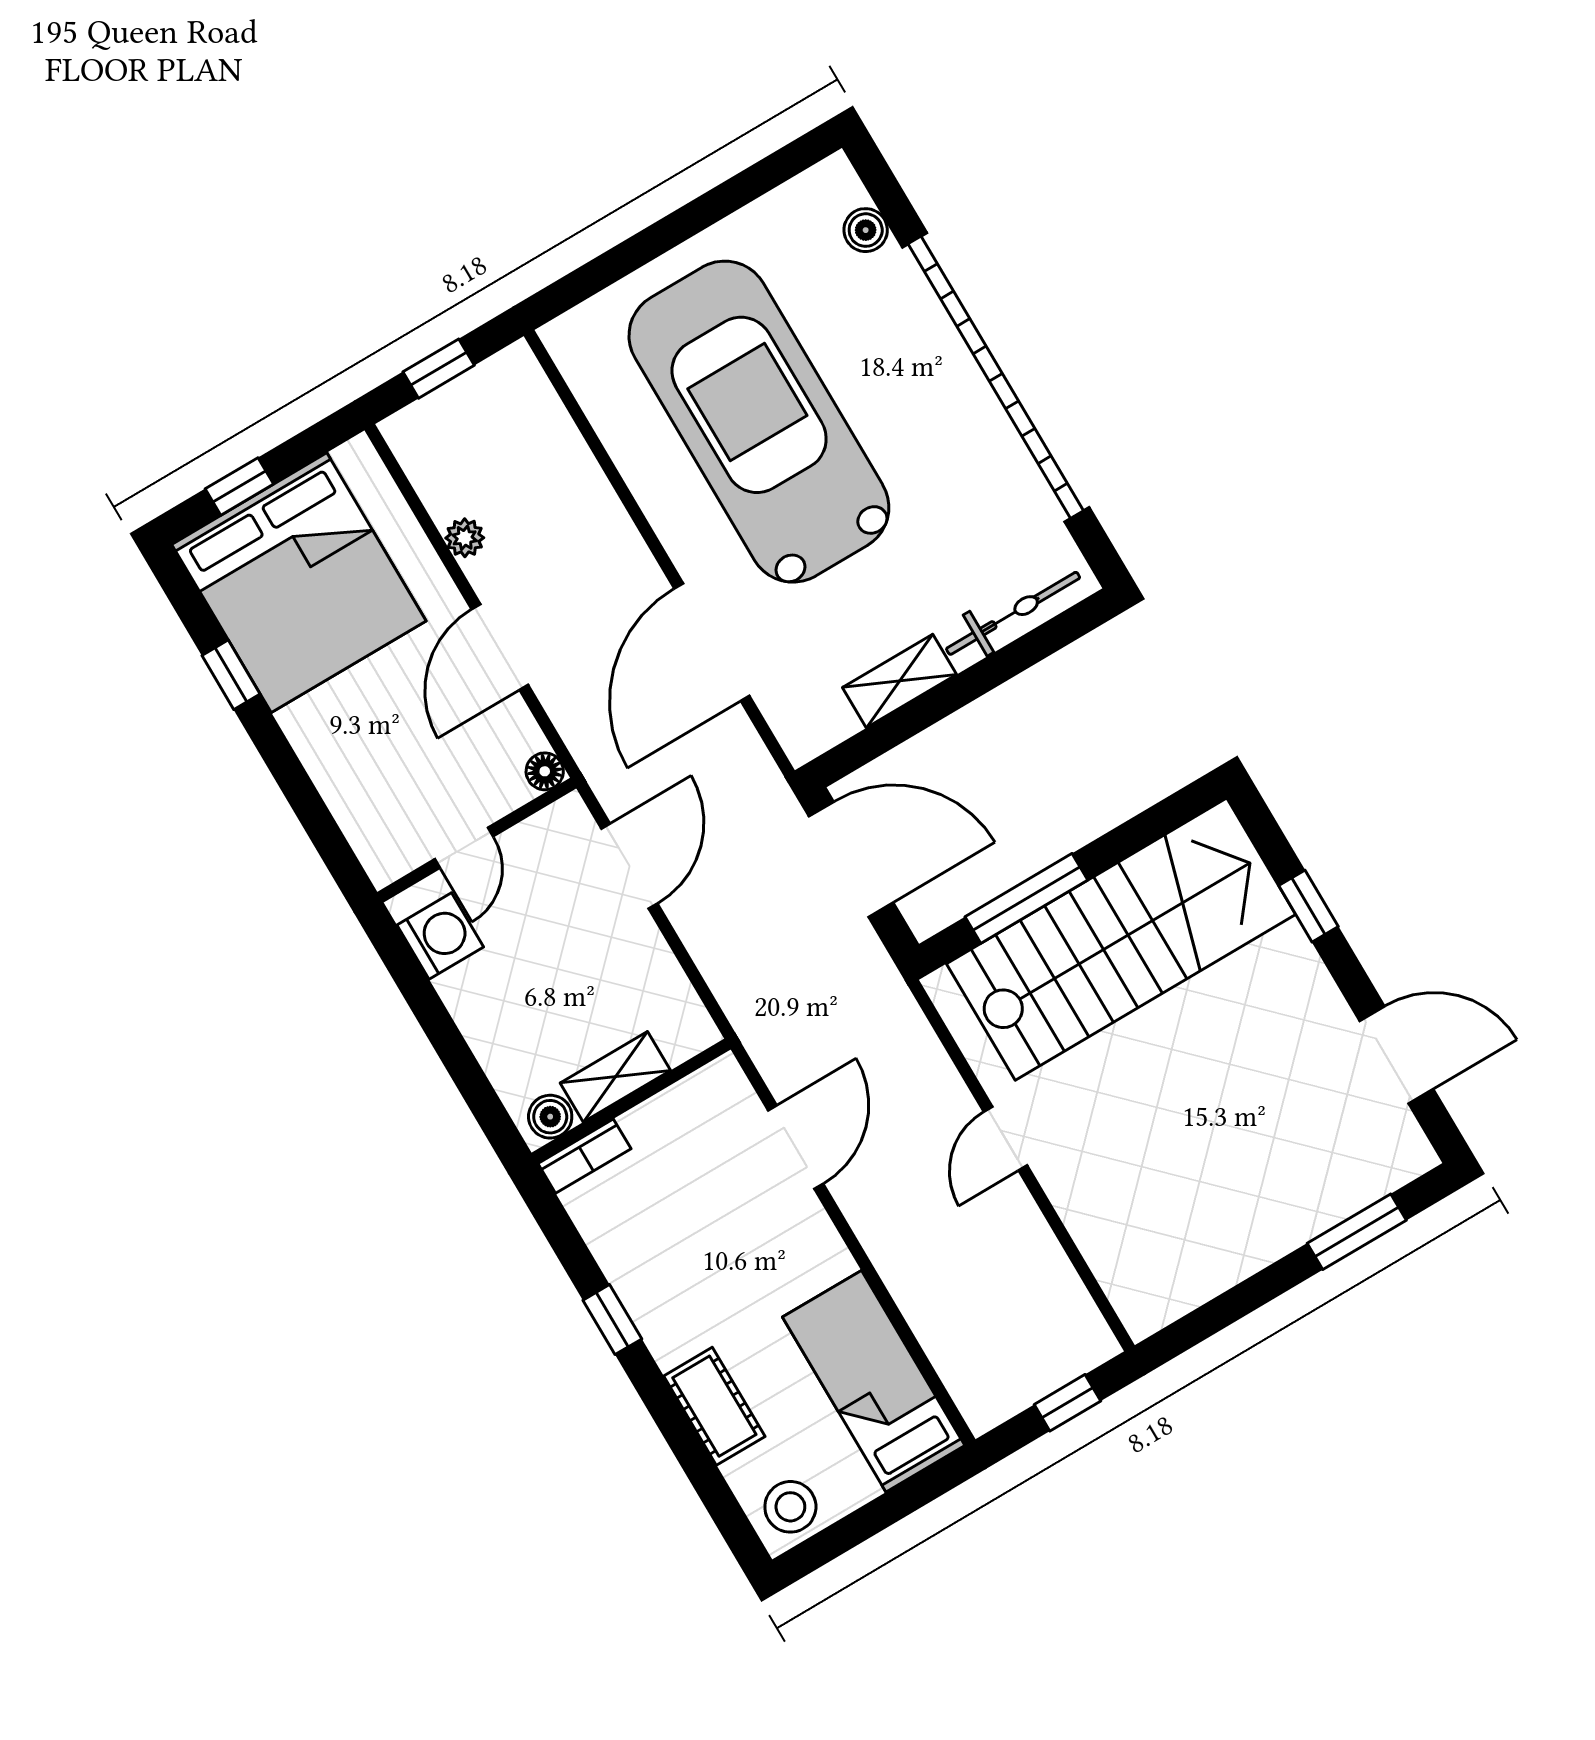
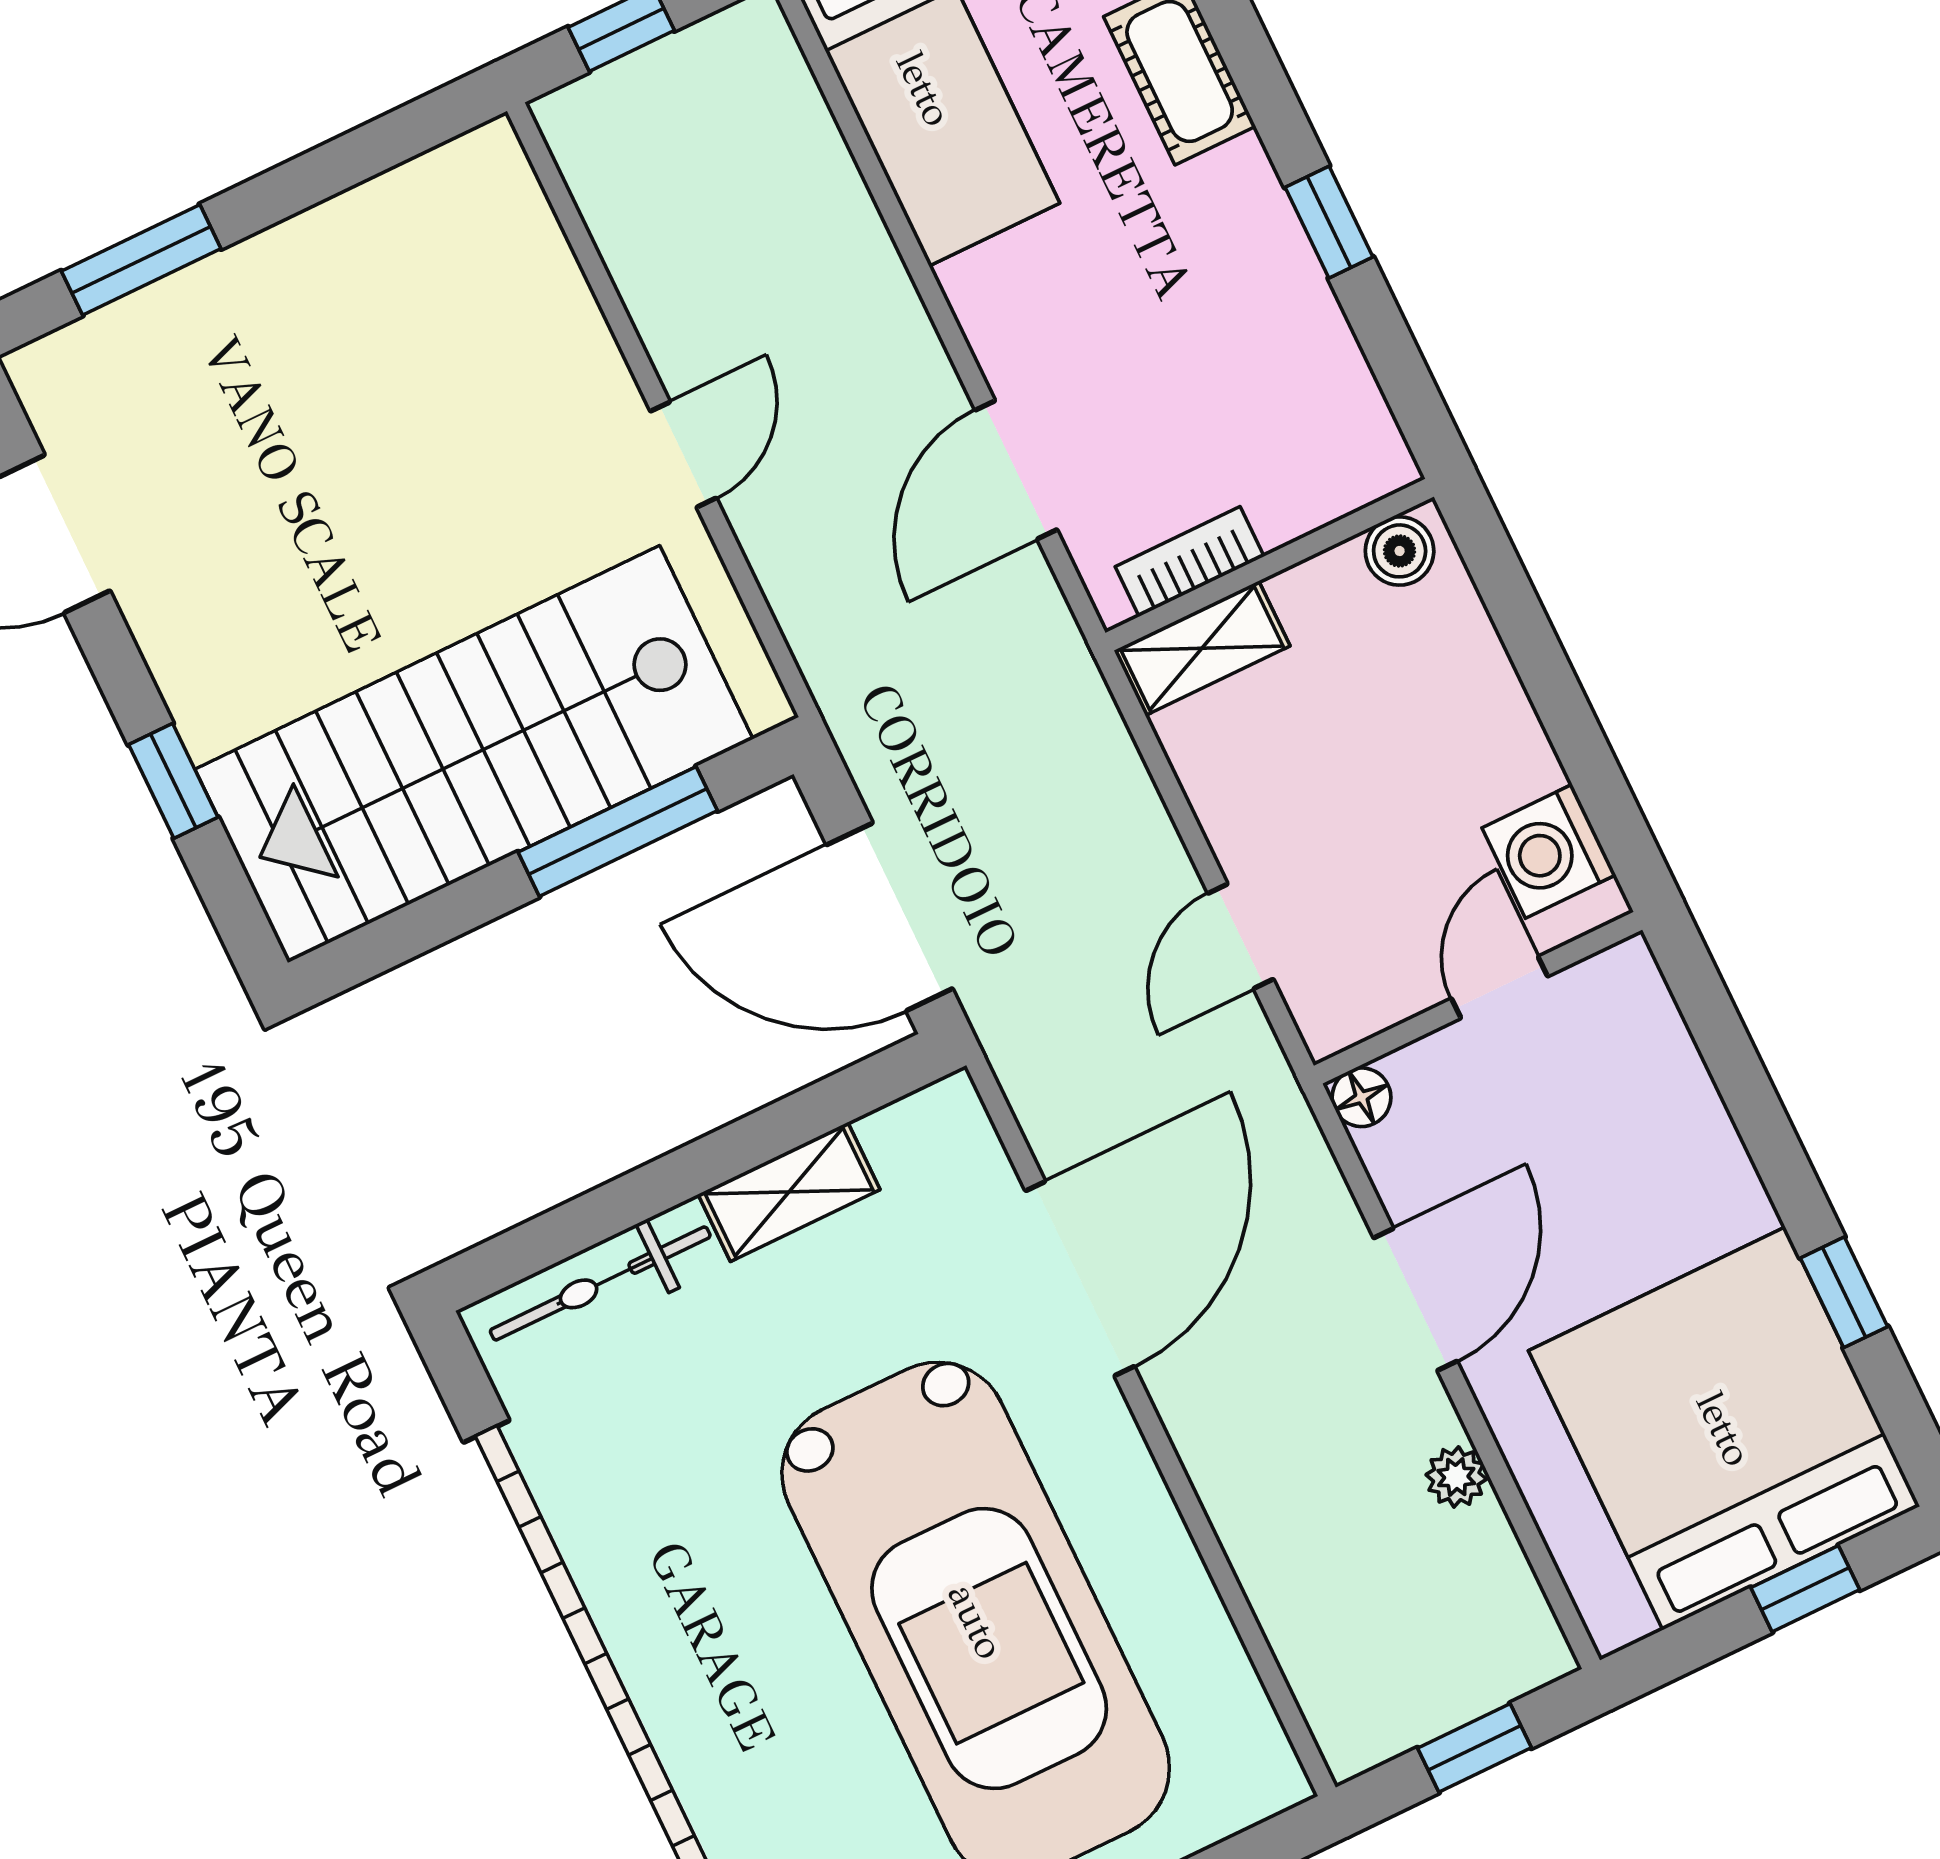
door: (629, 866) -> (1241, 936), width x0.73
shelving: (615, 1077) -> (1202, 648), moved
bookcase: (584, 1156) -> (1190, 562), moved

